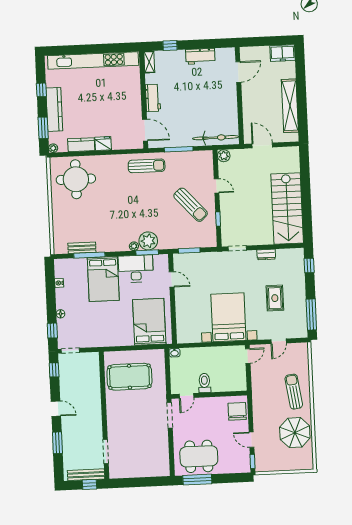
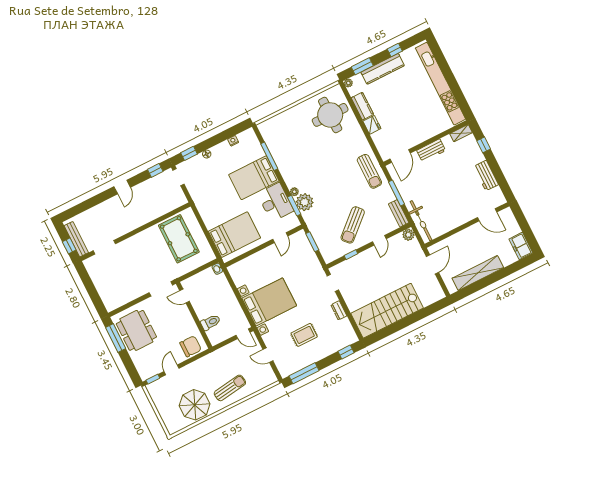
bench: (82, 248) -> (399, 213), moved
toilet: (204, 383) -> (211, 322), moved
window: (57, 443) -> (93, 202), removed

